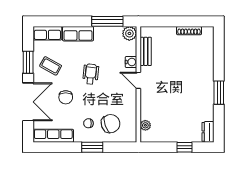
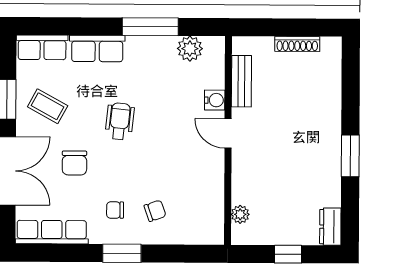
bench: (146, 51) -> (241, 81), moved
water cooler: (131, 62) -> (215, 100), moved
door: (138, 80) -> (228, 133), moved
wall: (138, 84) -> (228, 140), moved
chair: (111, 124) -> (155, 211), width x0.54, depth x0.54
plant: (145, 125) -> (240, 214), moved

